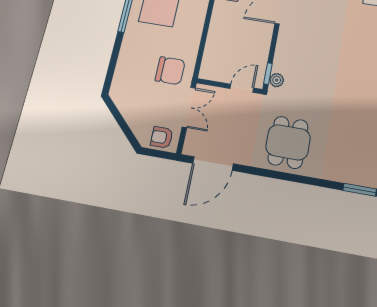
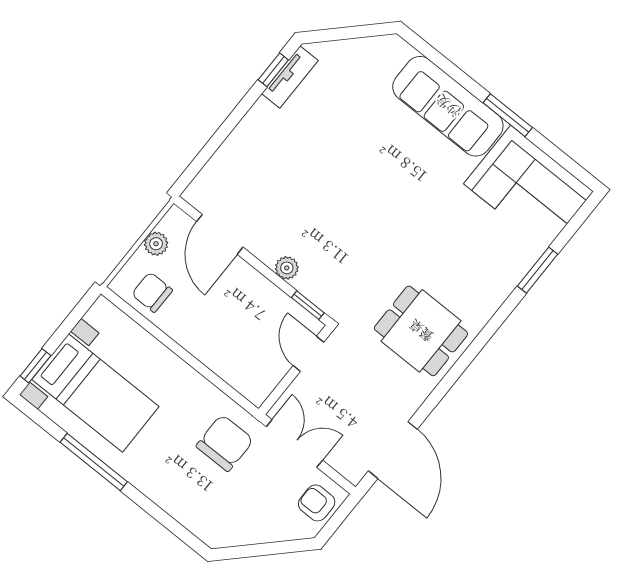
plant: (277, 80) -> (287, 268), moved
armchair: (162, 137) -> (317, 503), turned 90

